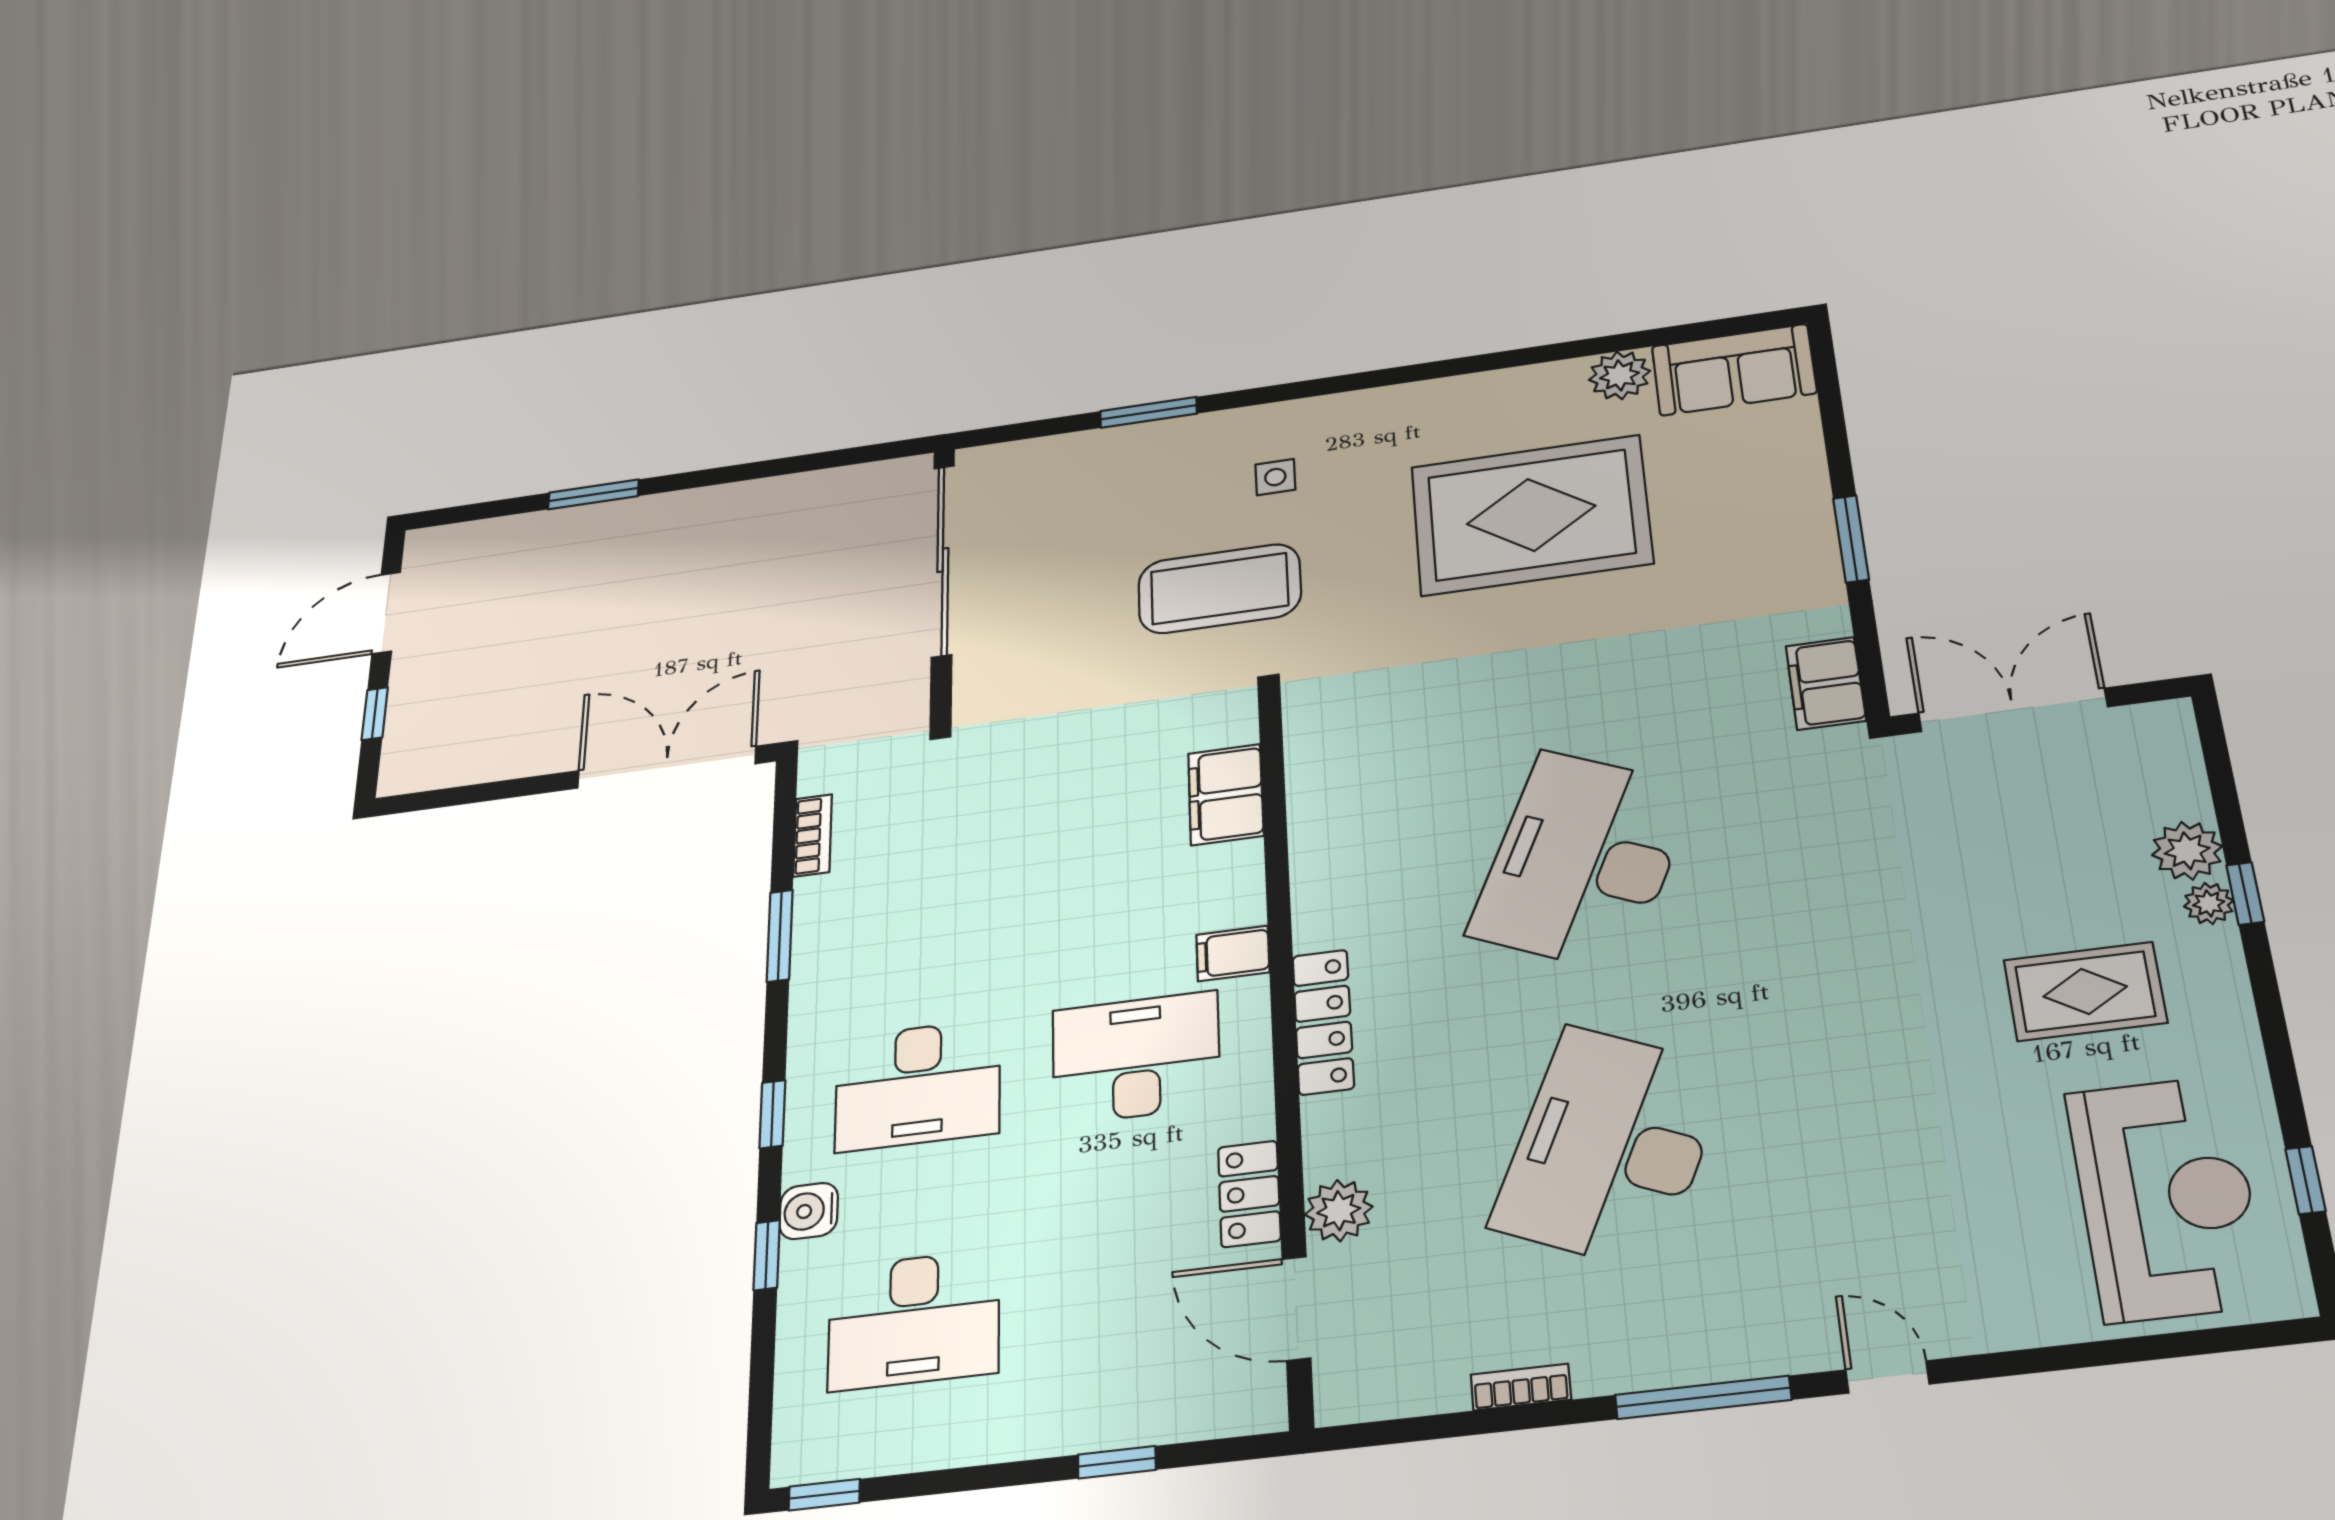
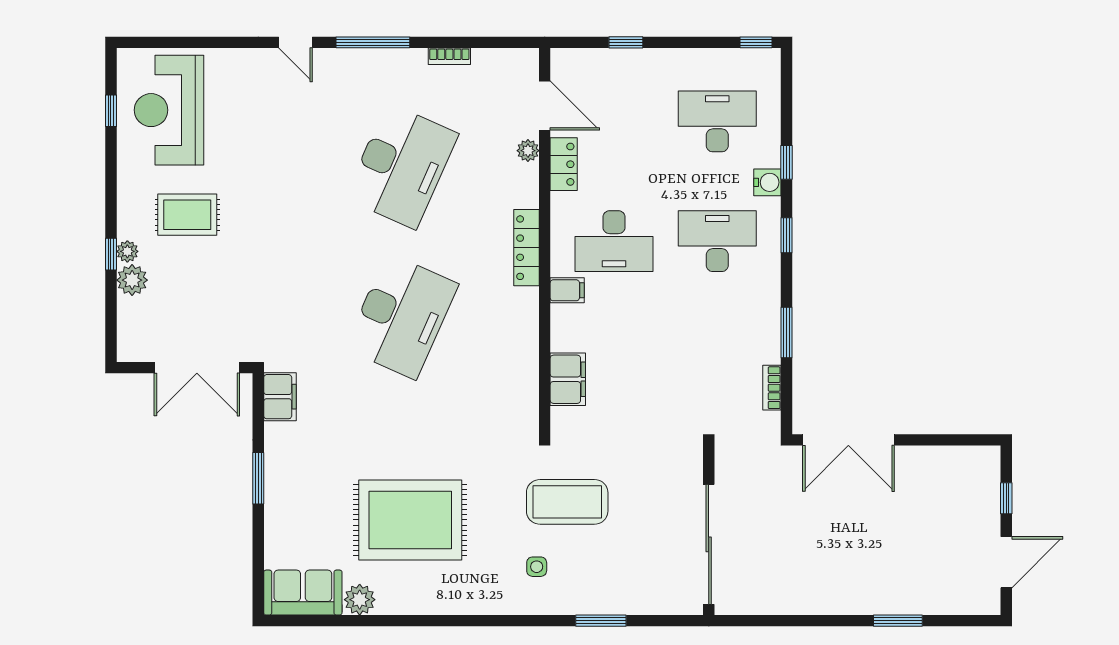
plant: (1339, 1211) -> (528, 151), width x0.73, depth x0.73

